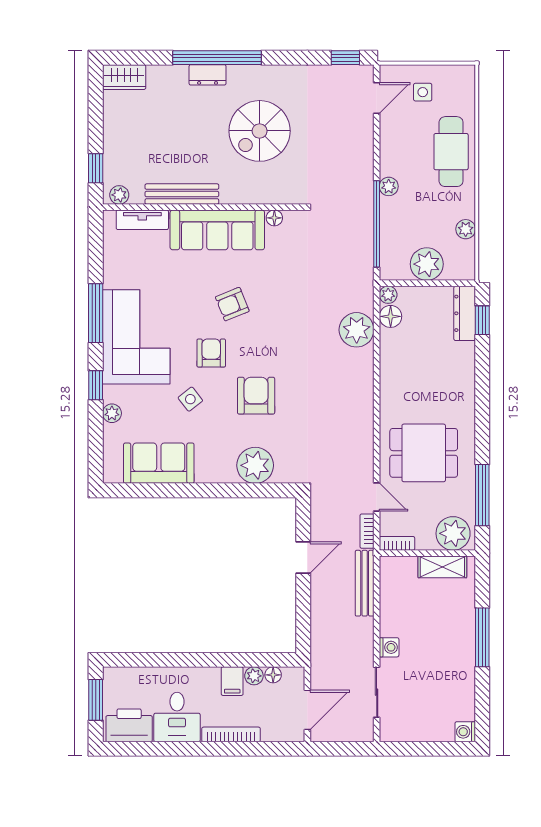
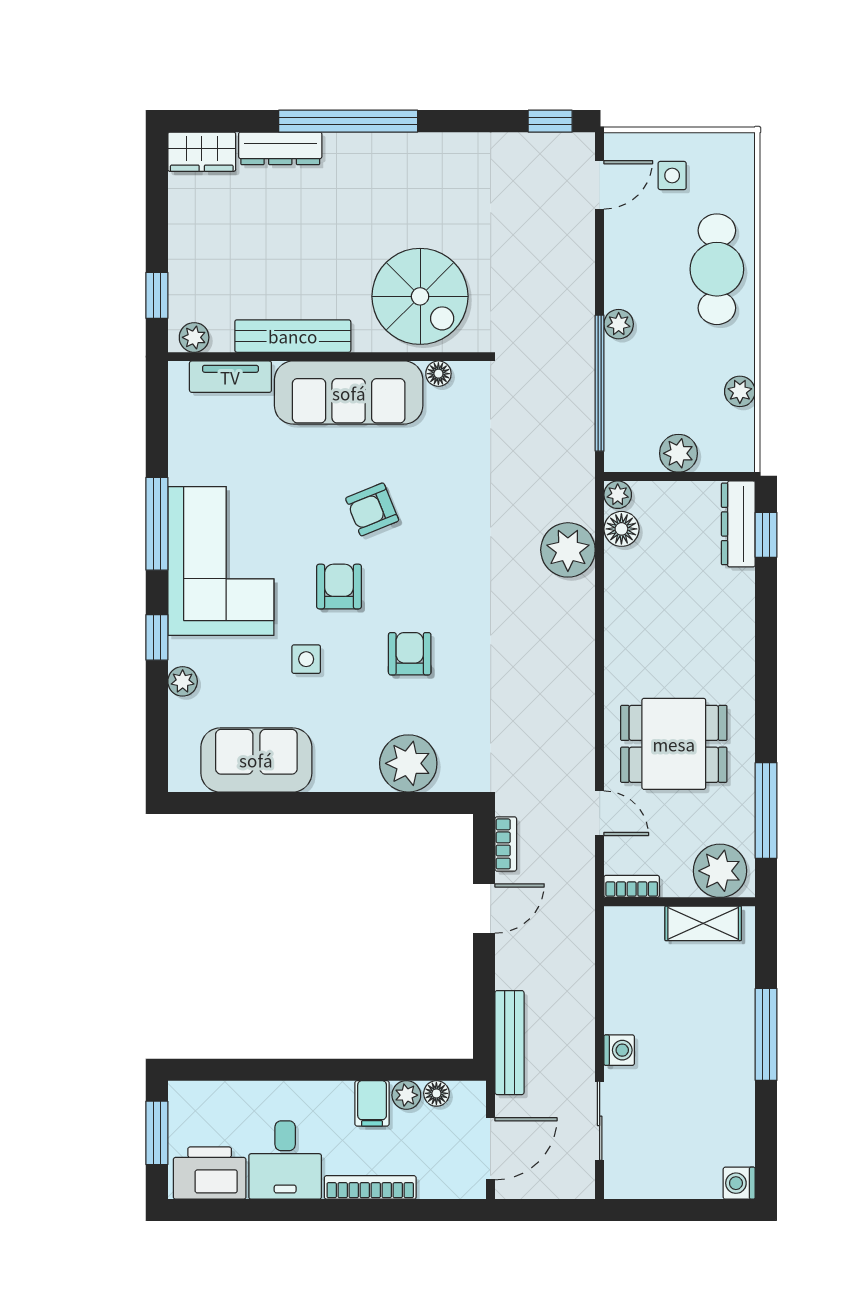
dresser: (208, 75) -> (280, 148), moved, width x1.44
spiral stairs: (260, 131) -> (420, 296), moved, turned -90
plant: (427, 264) -> (678, 453), width x0.73, depth x0.73
armchair: (256, 396) -> (410, 654), width x0.72, depth x0.72
side table: (190, 399) -> (306, 659), turned 38
bookcase: (367, 531) -> (506, 844), moved, turned 180
bench: (365, 583) -> (509, 1043), moved

